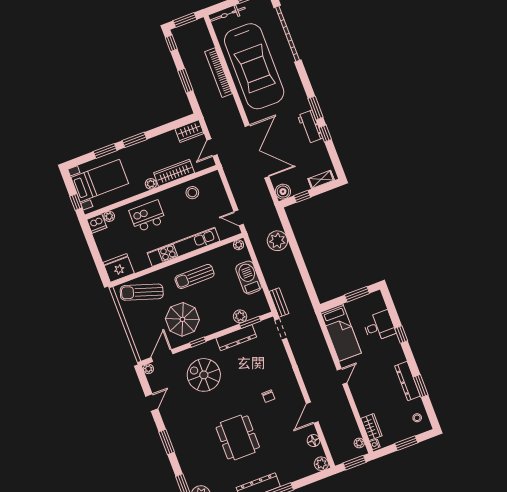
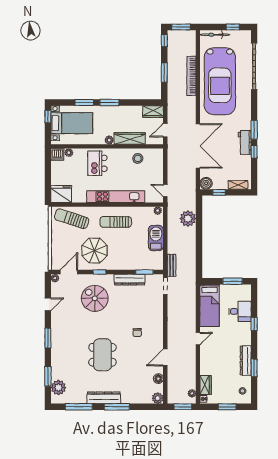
window: (76, 202) -> (48, 117), moved
kitchen island: (147, 216) -> (97, 163), turned -90
plant: (240, 316) -> (138, 265), removed

